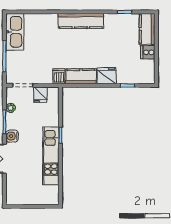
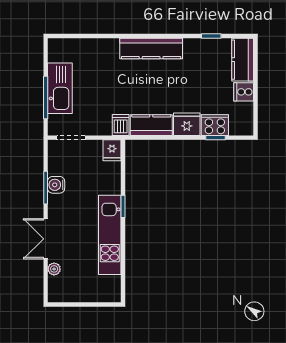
kitchen sink: (15, 32) -> (60, 88), moved
cooker: (127, 76) -> (215, 125), added
fridge: (40, 95) -> (112, 150), moved
plant: (11, 108) -> (54, 269), moved
water cooler: (12, 136) -> (56, 185), moved

